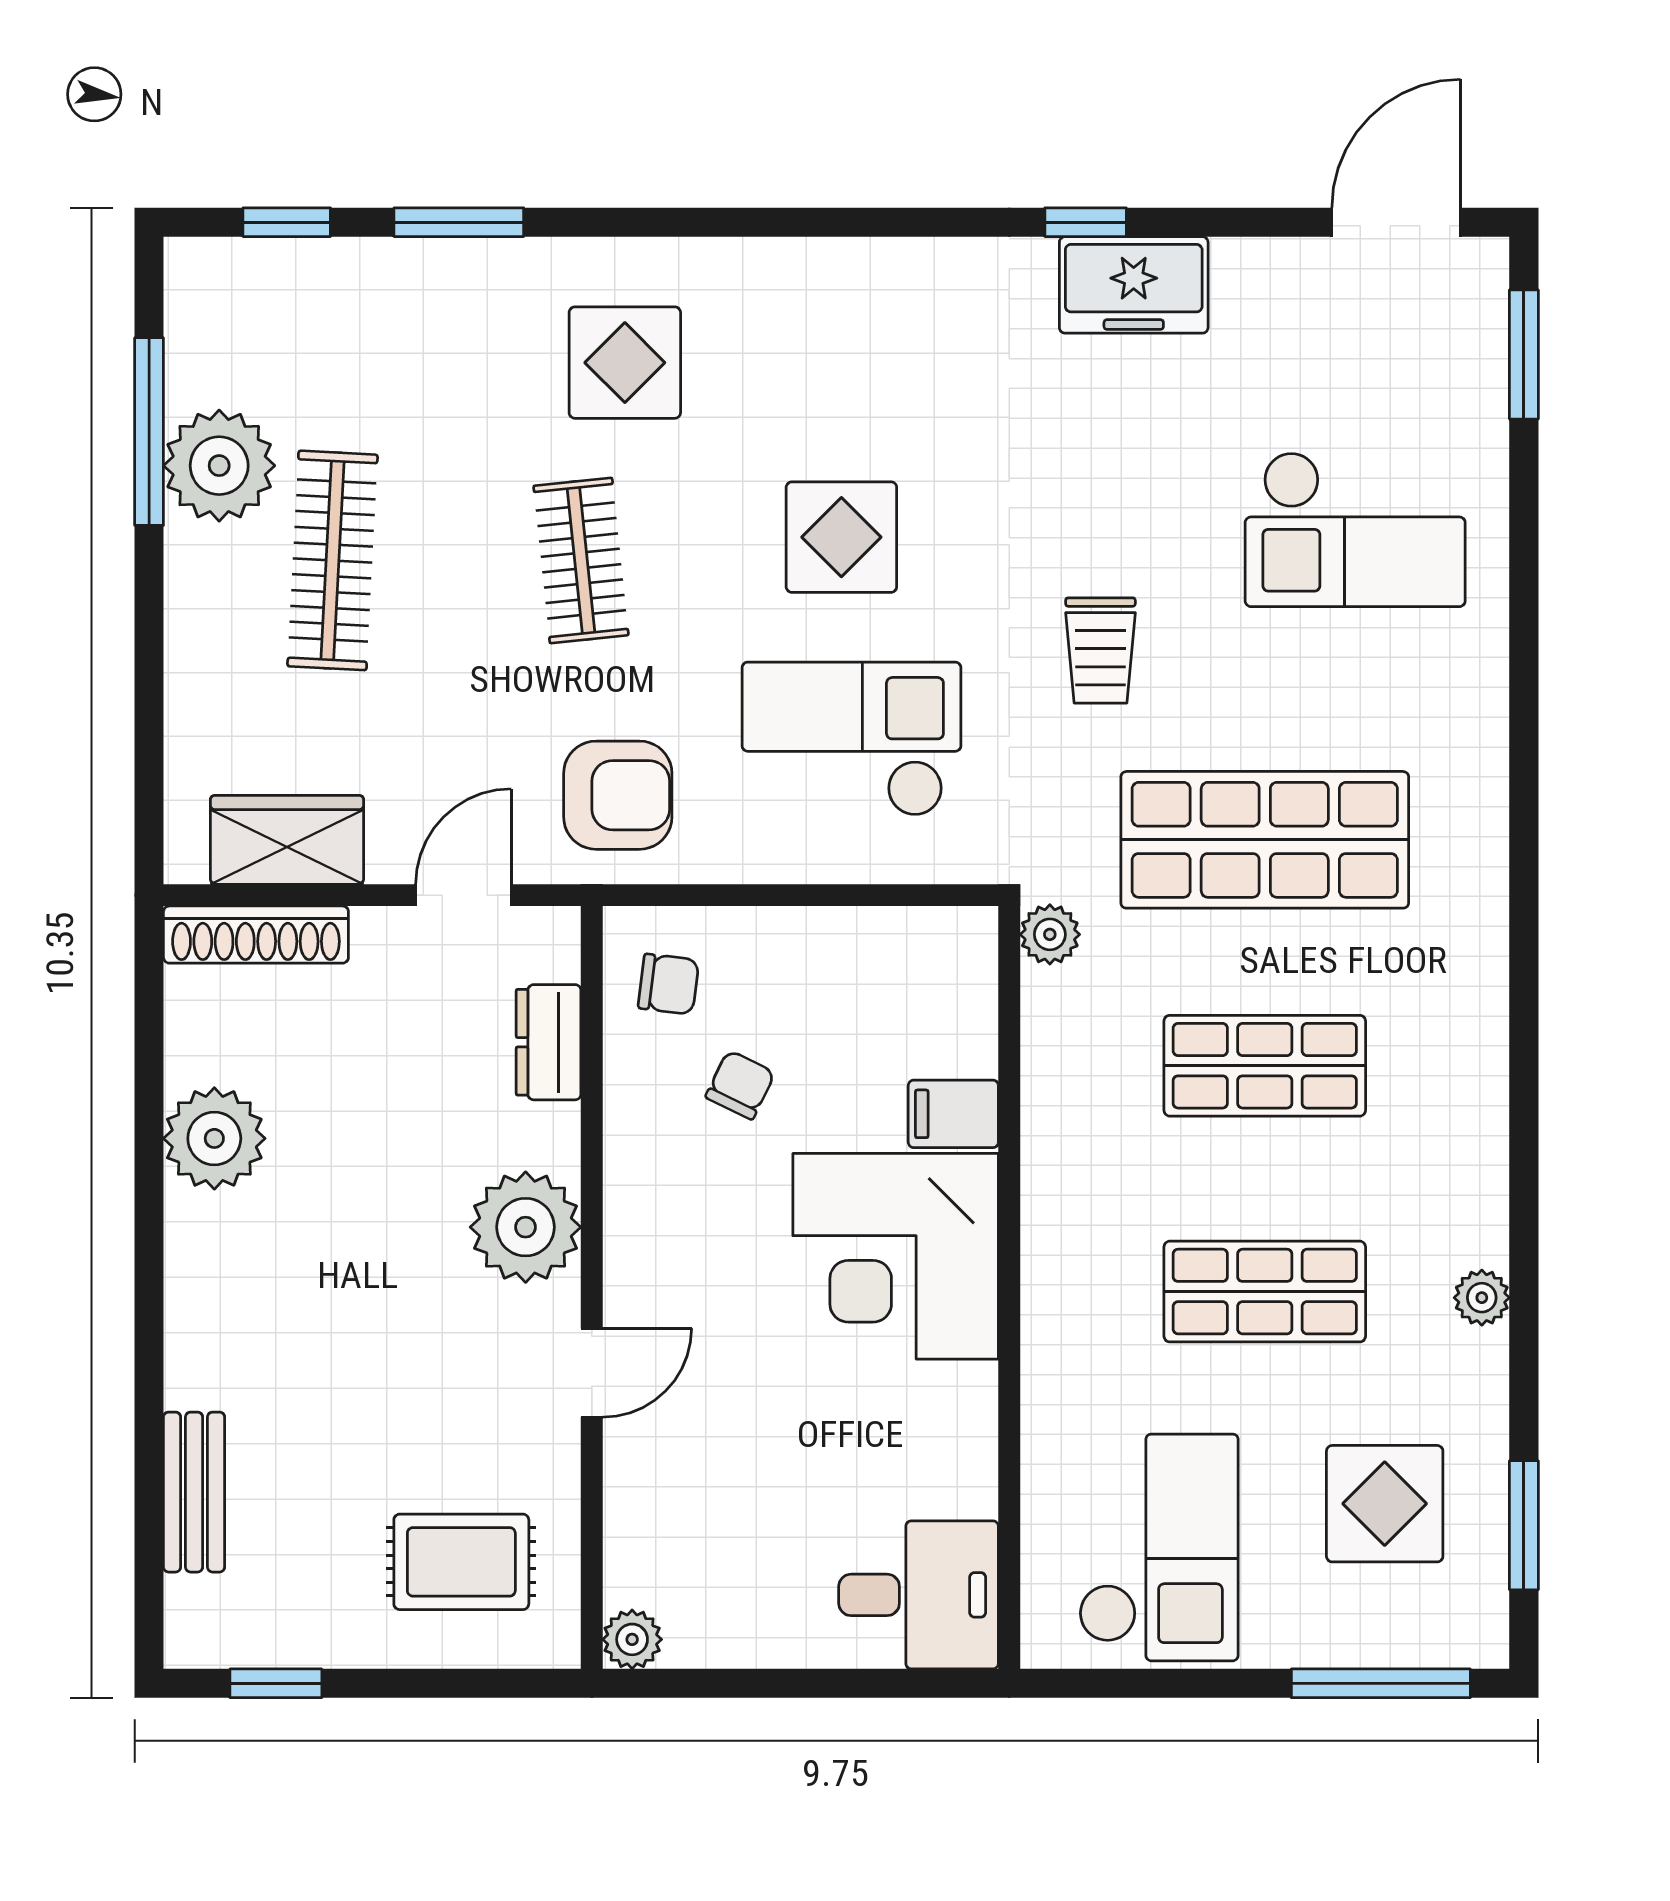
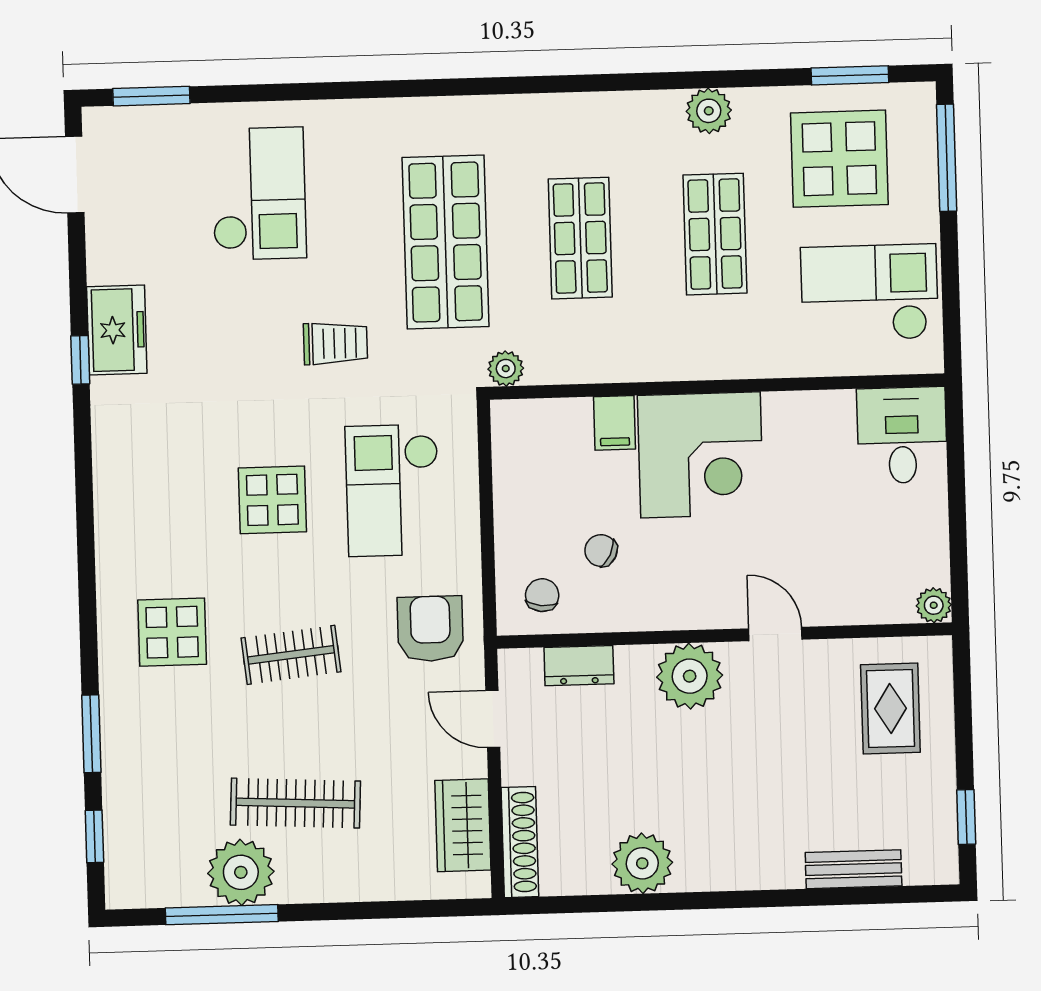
plant: (1482, 1298) -> (709, 111), width x1.38, depth x1.38
display table: (1385, 1504) -> (839, 159), width x1.36, depth x1.36

